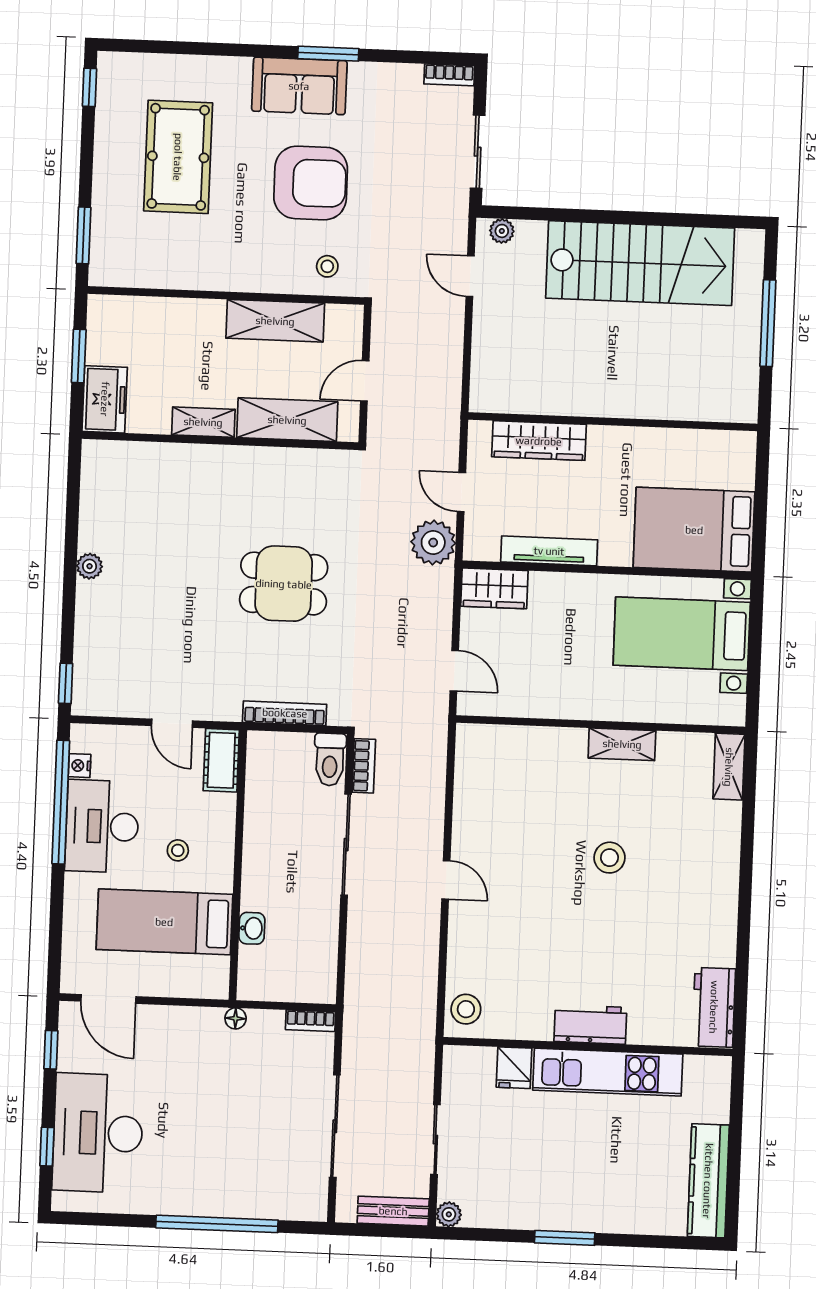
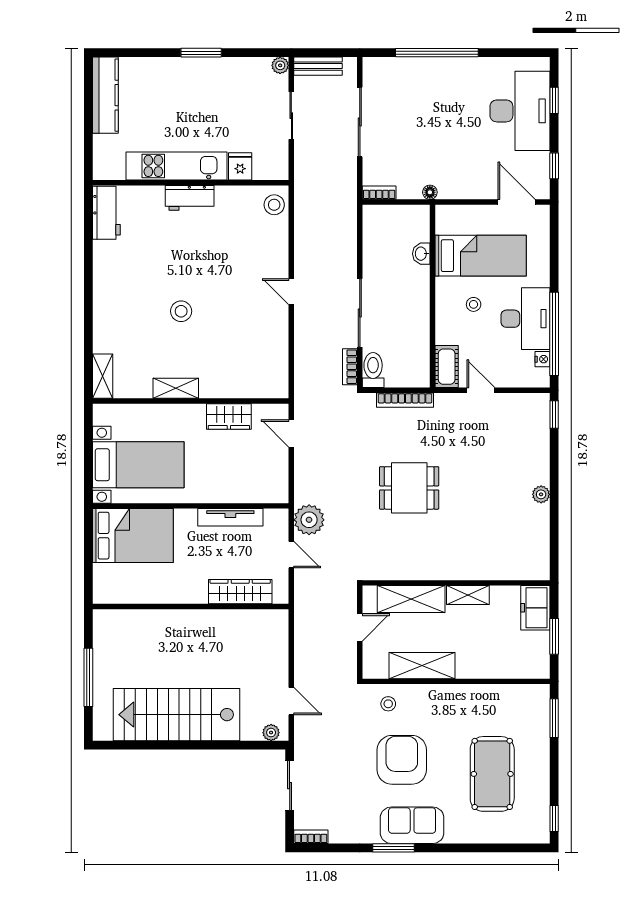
armchair: (311, 183) -> (402, 760), turned 90
wardrobe: (494, 588) -> (229, 417), moved, turned 180

